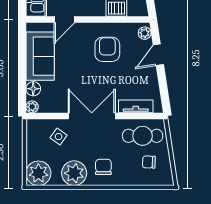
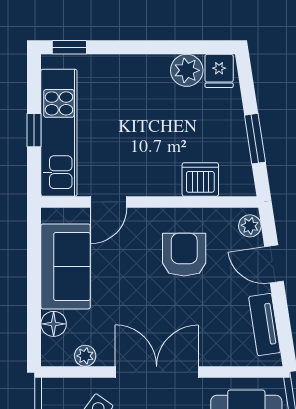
door: (158, 55) -> (274, 264), hinge flipped
tv unit: (136, 106) -> (265, 325), moved, turned -99
plant: (32, 107) -> (85, 356), moved

